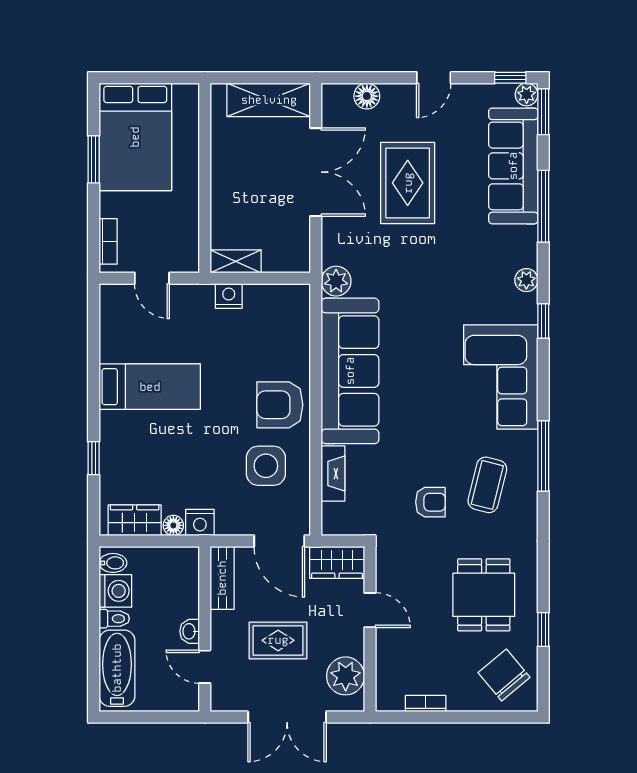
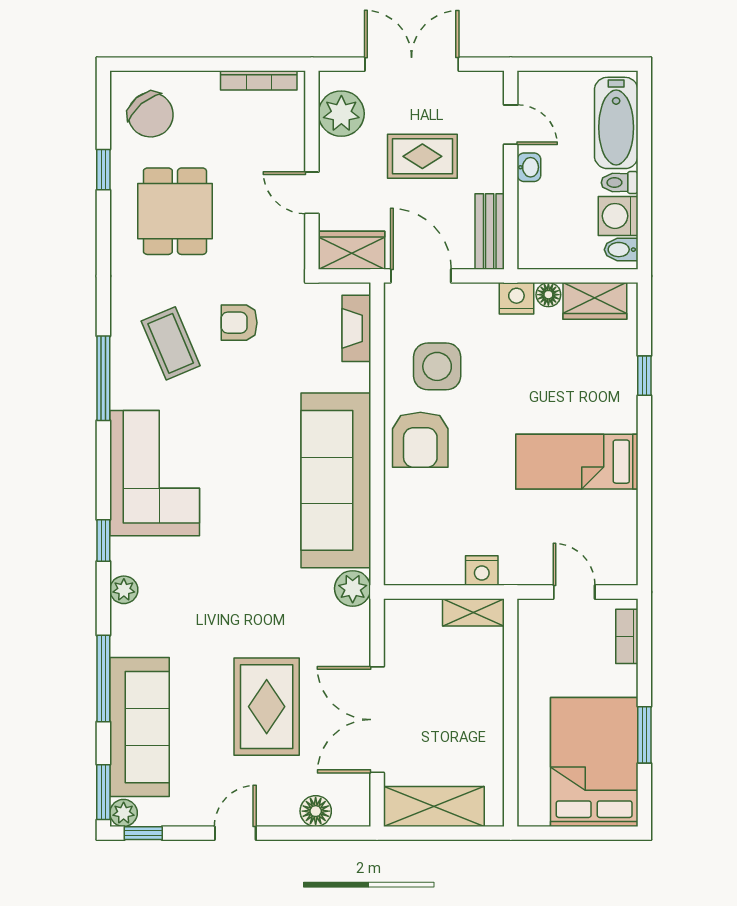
armchair: (280, 405) -> (420, 440), turned 90
fireplace: (333, 474) -> (356, 328), moved
coffee table: (487, 485) -> (171, 343), turned -37
bookcase: (426, 704) -> (259, 80), width x1.56

